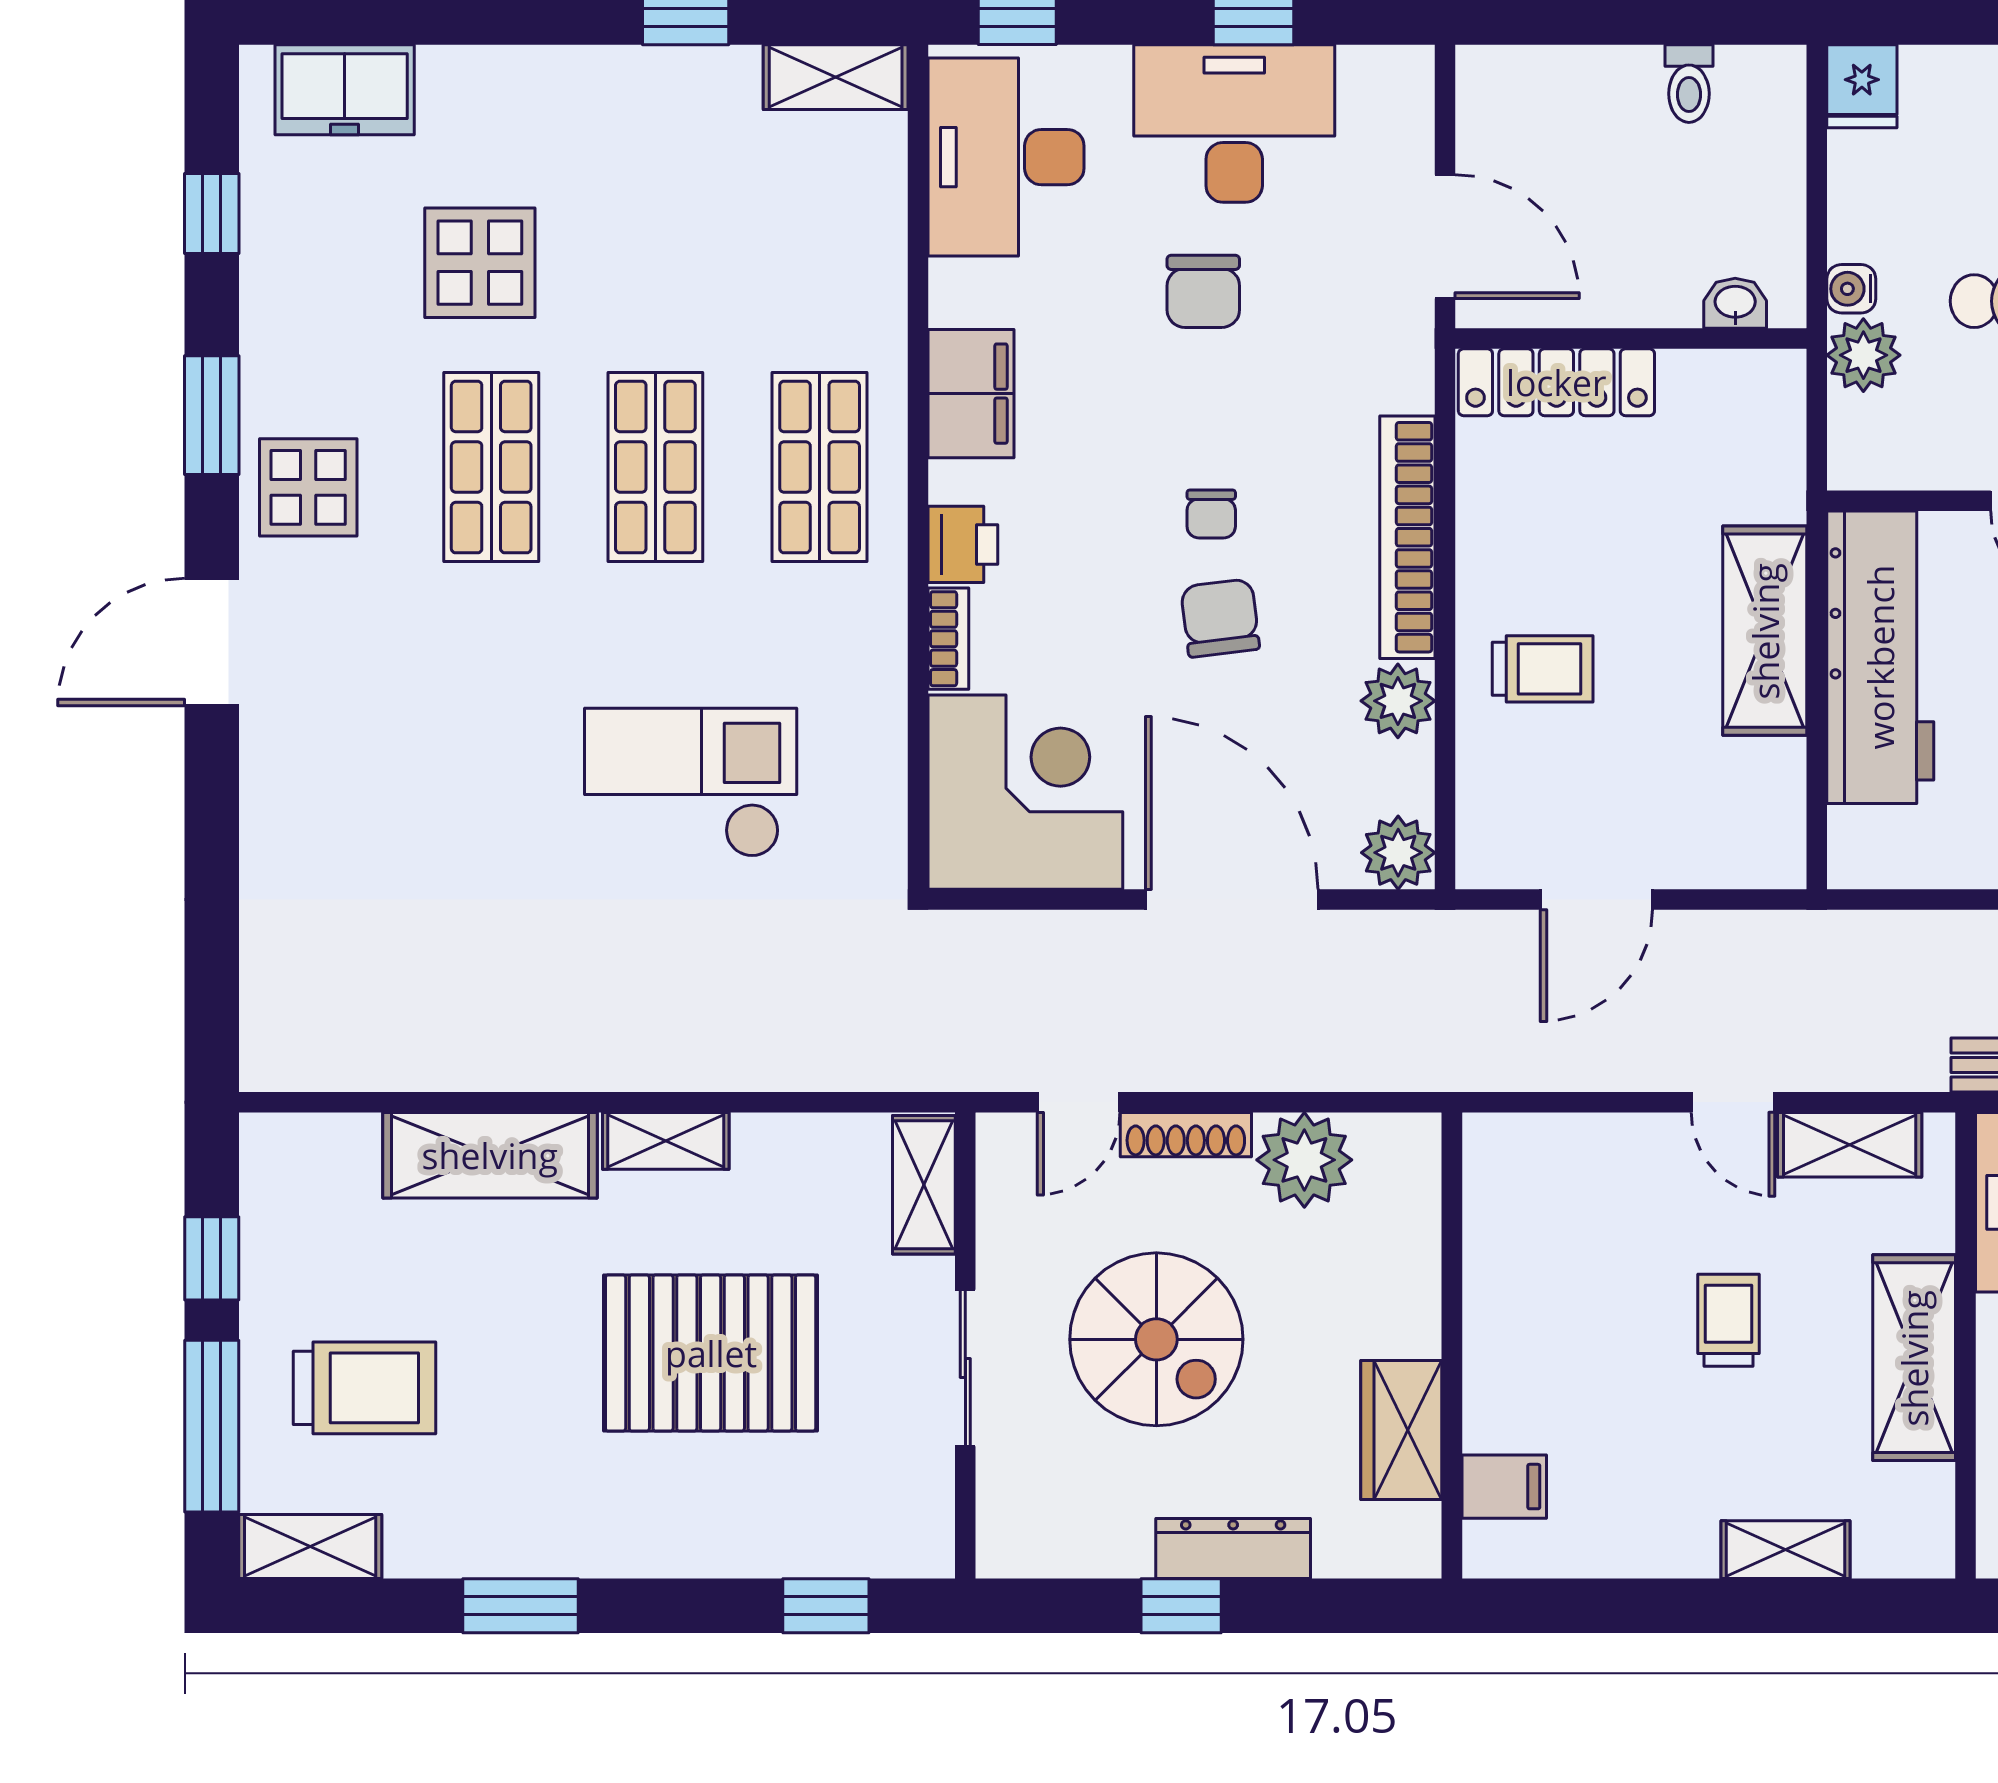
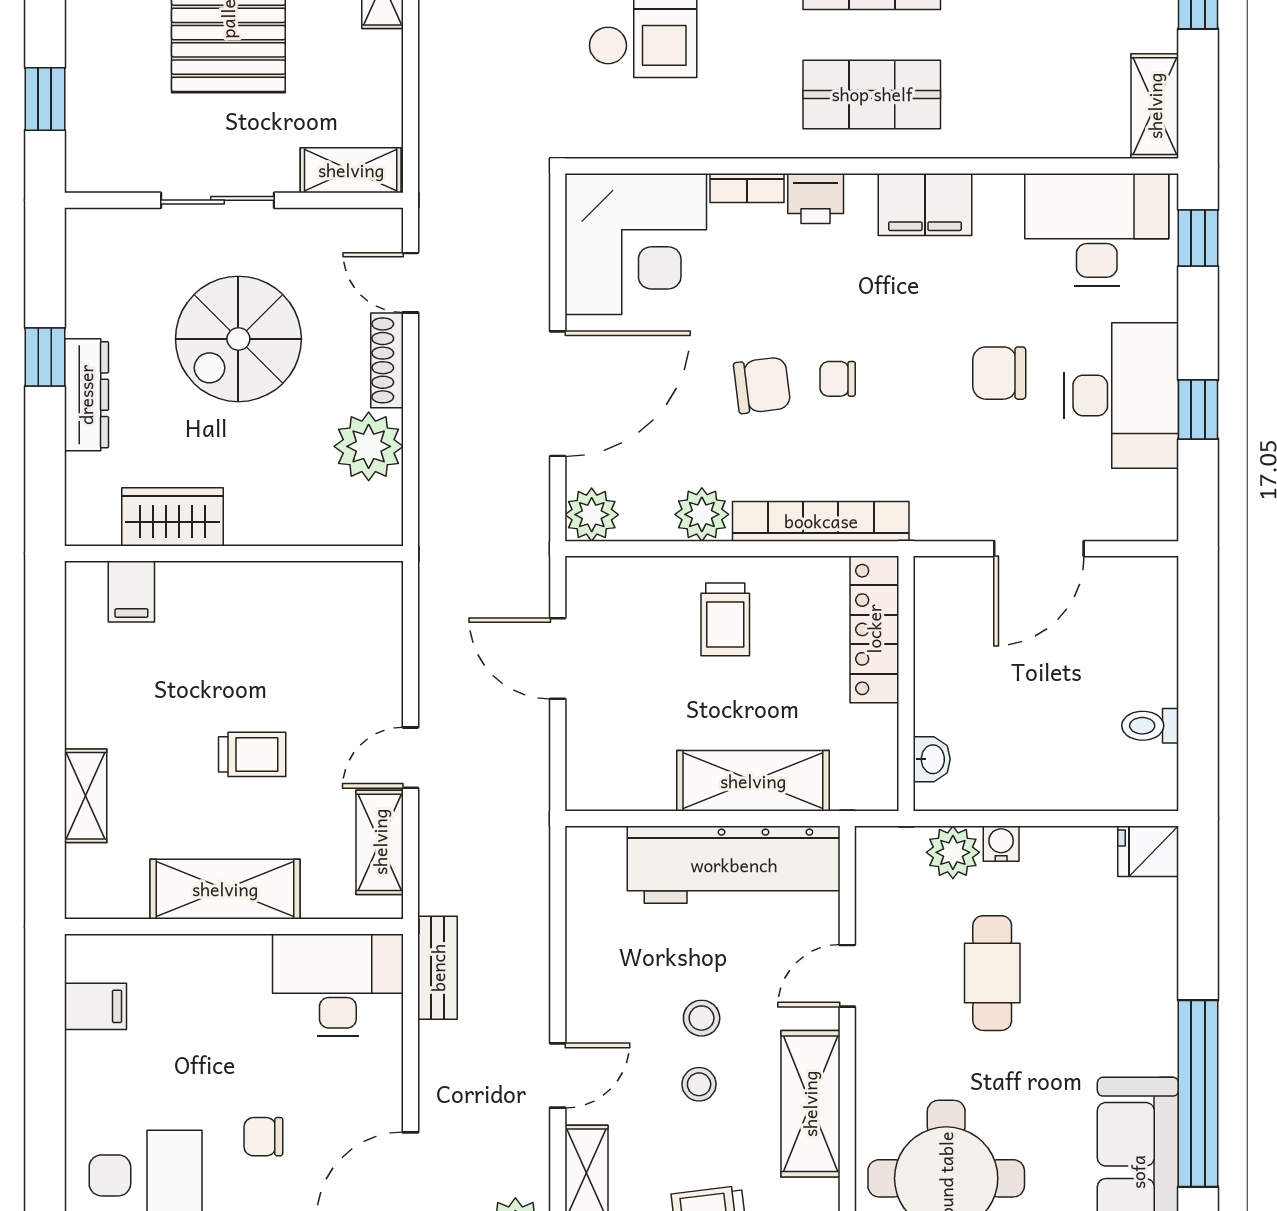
washbasin: (1735, 303) -> (932, 759), moved
wall: (1631, 339) -> (906, 684), moved
locker: (1556, 382) -> (874, 629), moved

